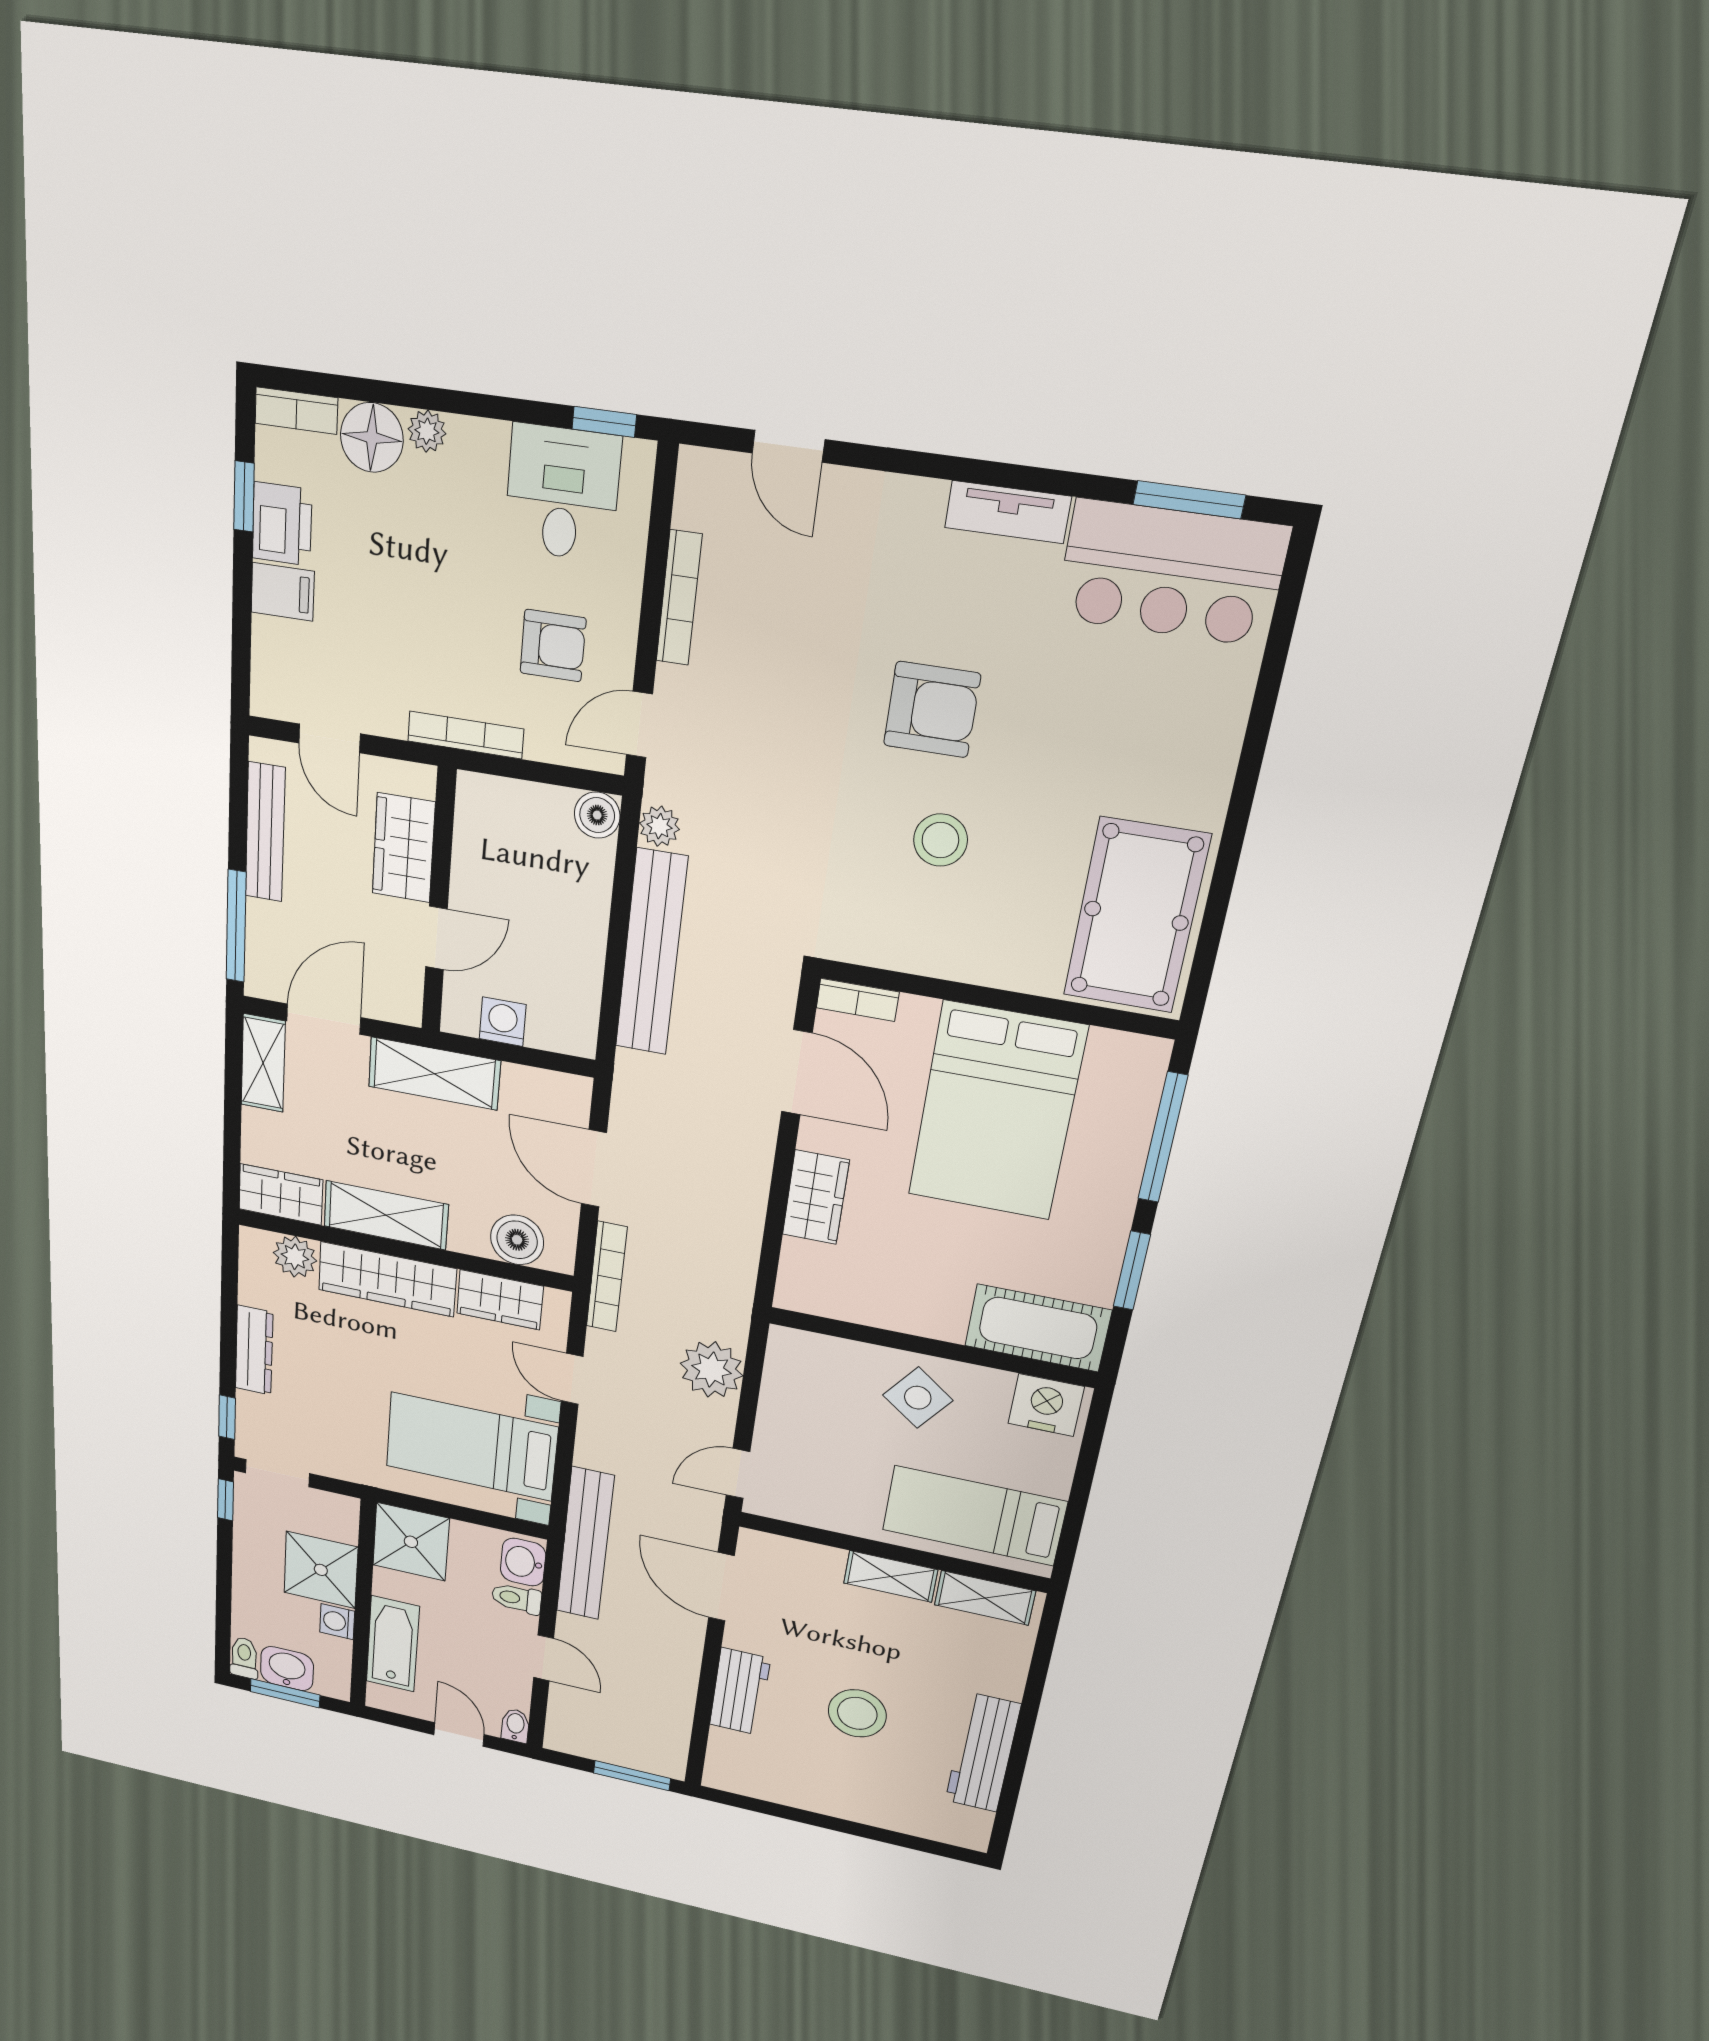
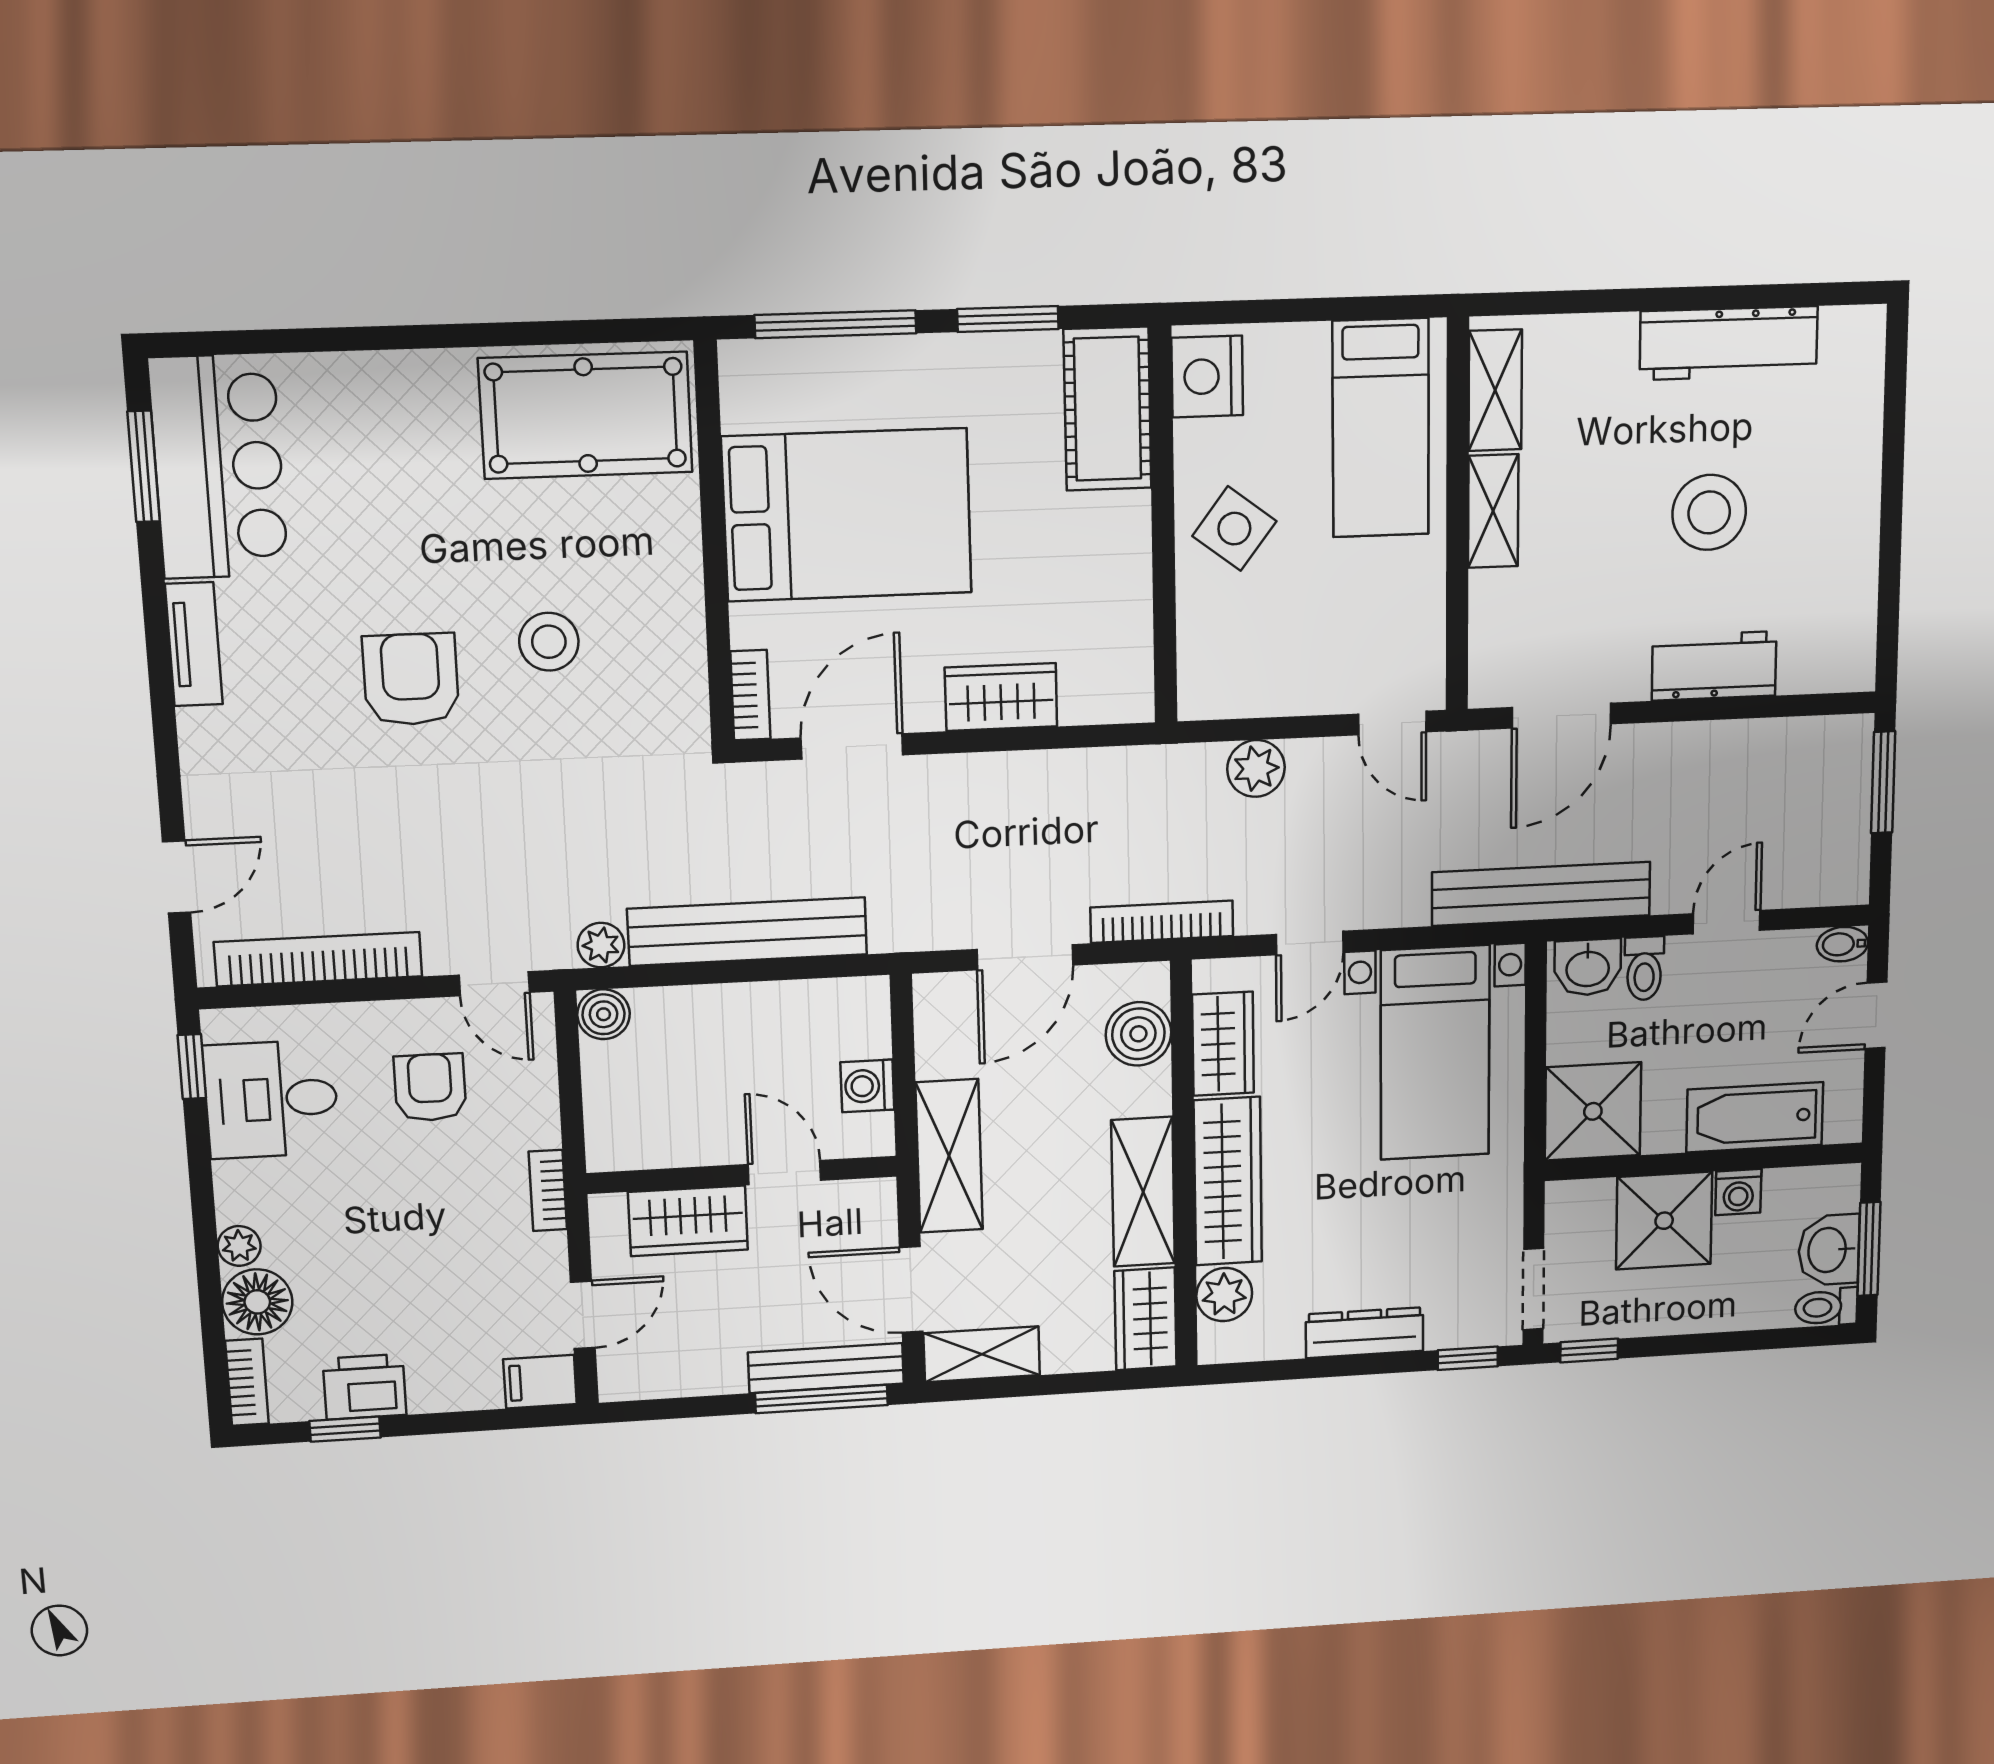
filing cabinet: (283, 592) -> (540, 1382), moved, turned -90
bookcase: (679, 598) -> (318, 959), width x1.48, depth x1.31
bookcase: (466, 735) -> (548, 1190), width x0.64
bench: (265, 832) -> (826, 1368), moved
plant: (712, 1370) -> (1256, 768), width x0.73, depth x0.73

